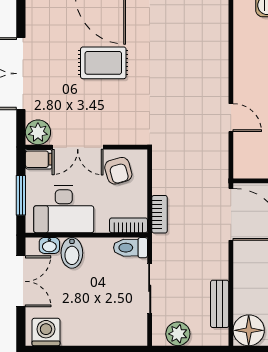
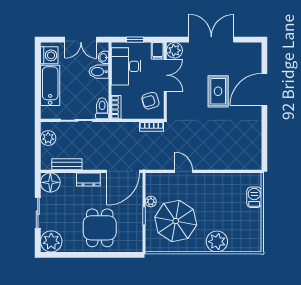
door: (231, 118) -> (184, 171), swing flipped
double door: (78, 147) -> (165, 75), swing flipped
window: (21, 195) -> (135, 40), width x0.67
bookcase: (160, 214) -> (152, 127), moved
dresser: (244, 270) -> (88, 179), added
bathtub: (94, 331) -> (50, 85), added

